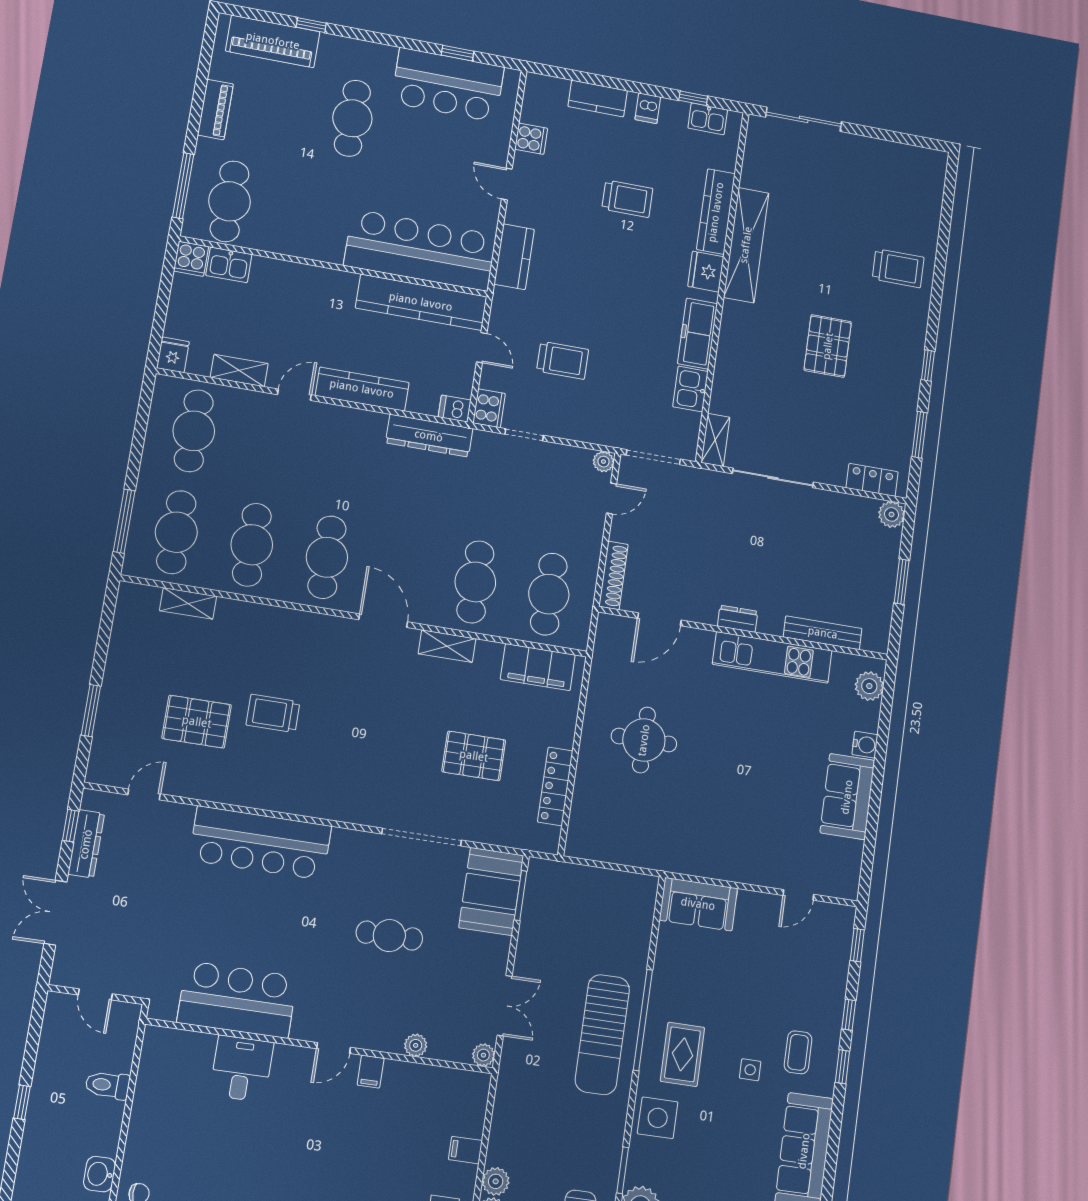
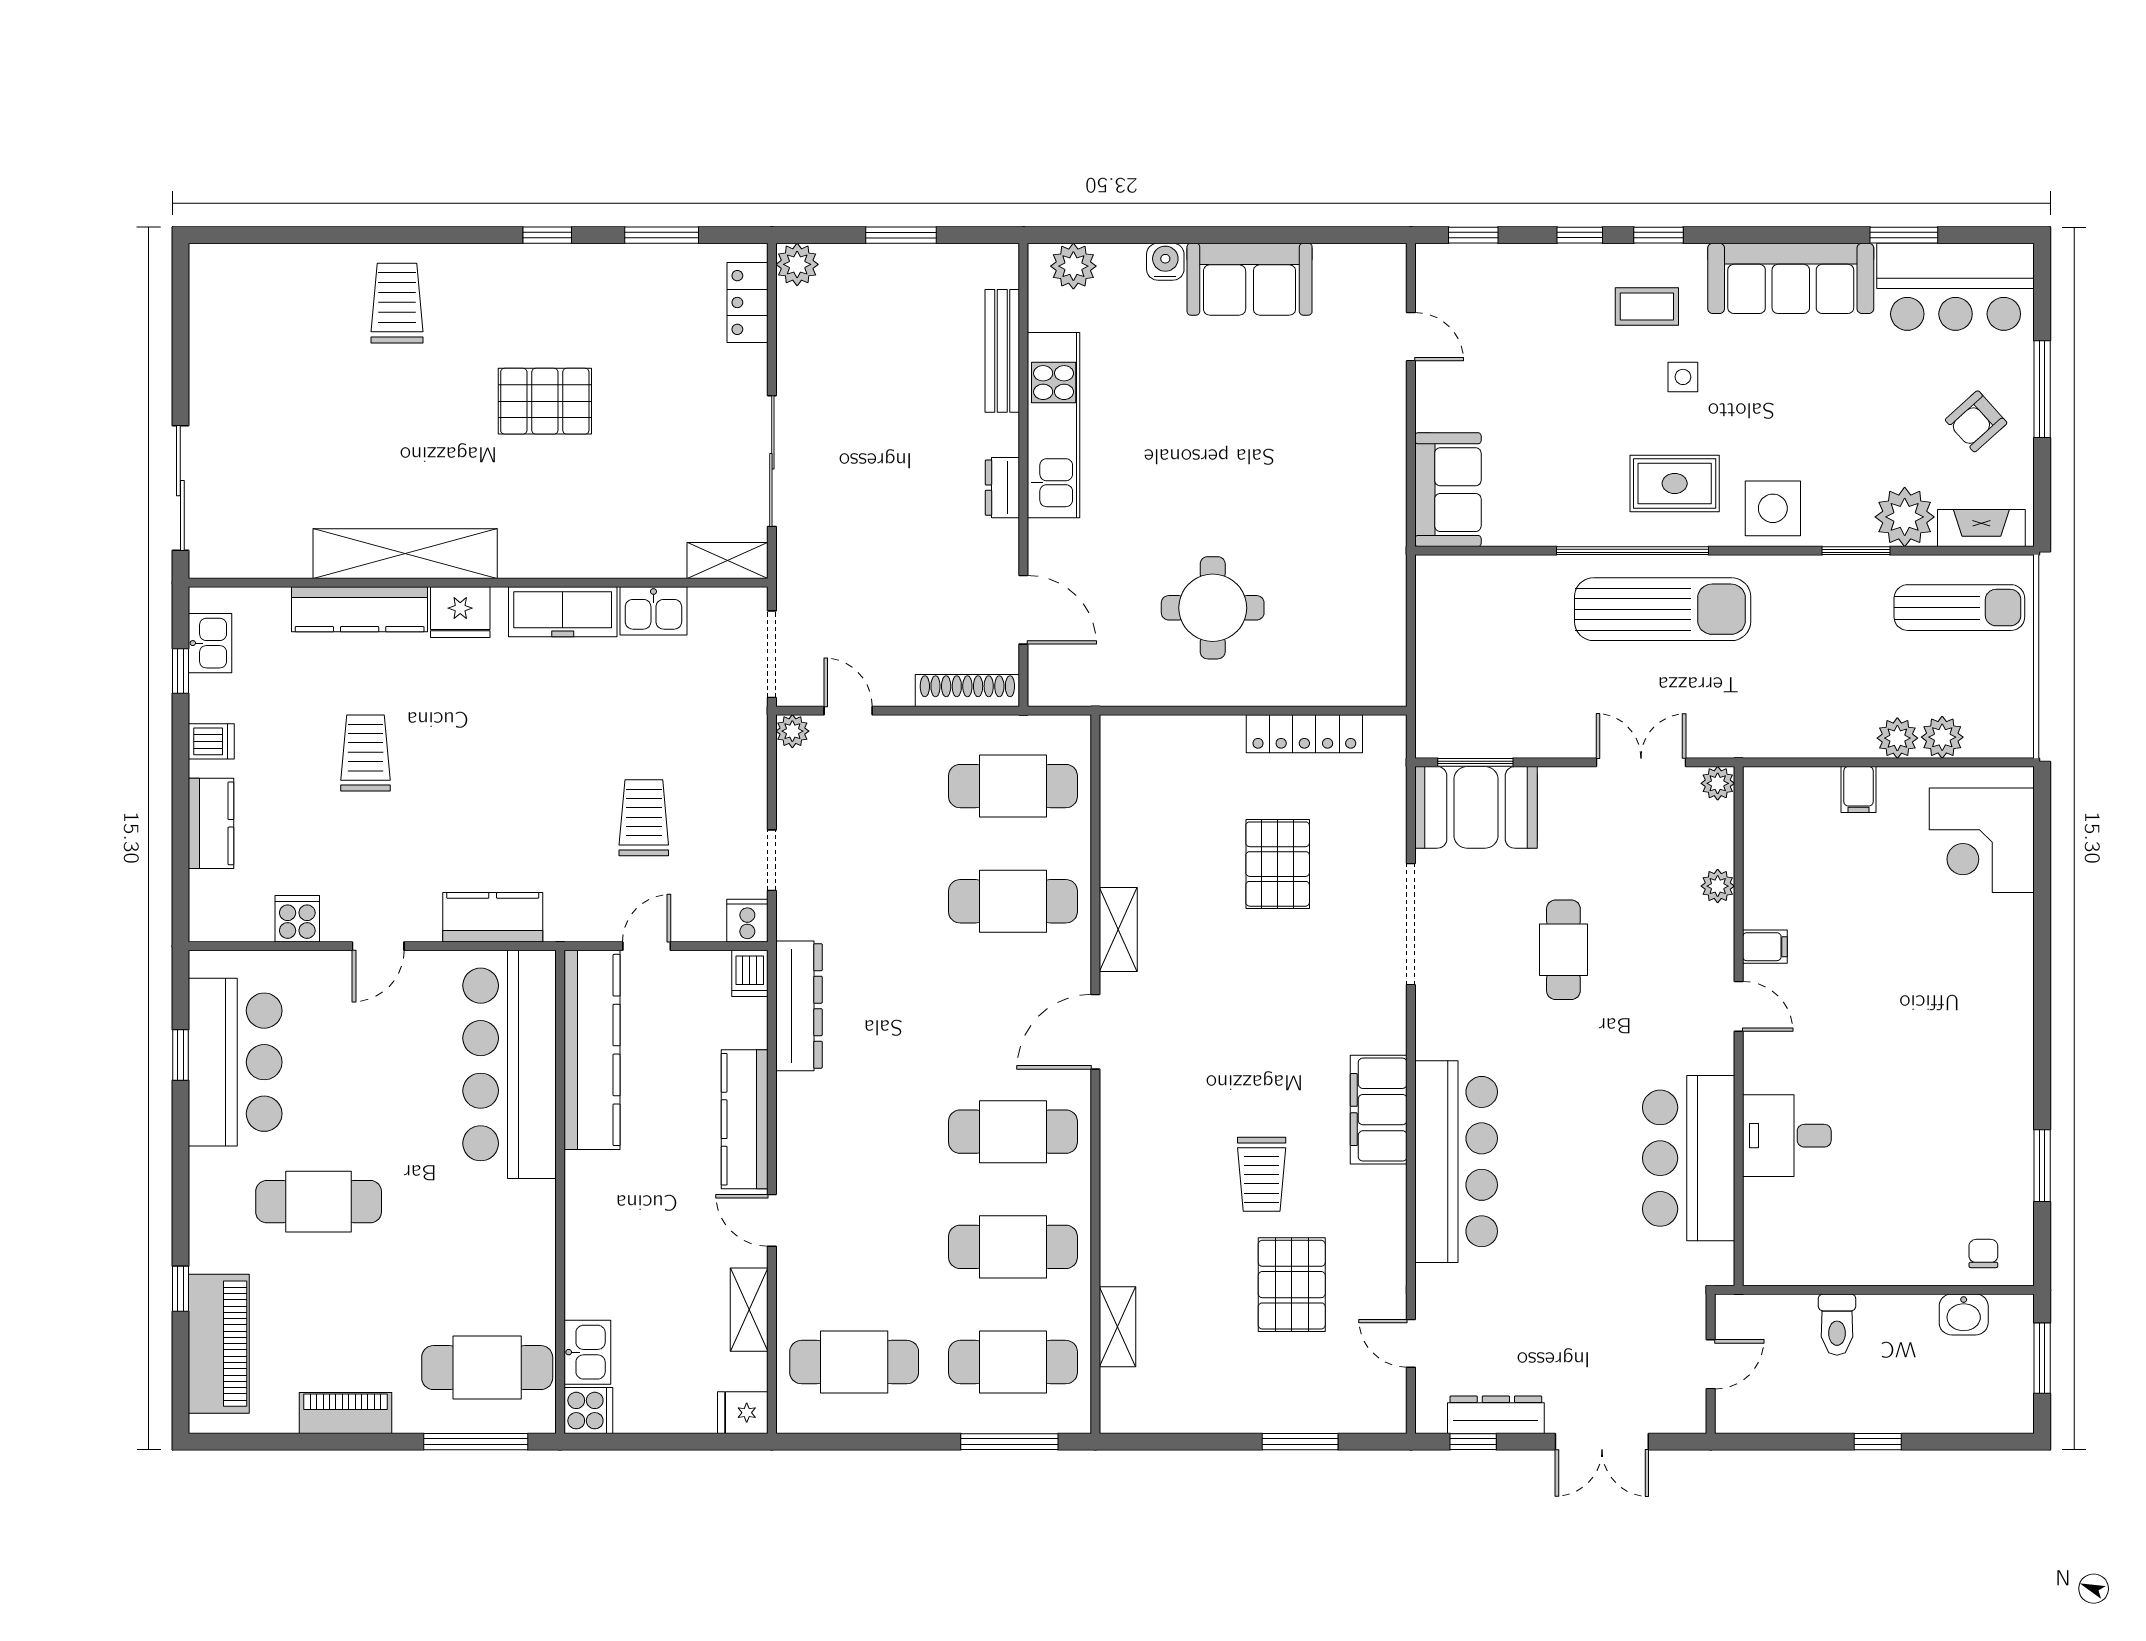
cooker: (489, 408) -> (747, 921), width x0.73
filing cabinet: (538, 667) -> (1379, 1110), moved, turned 180

